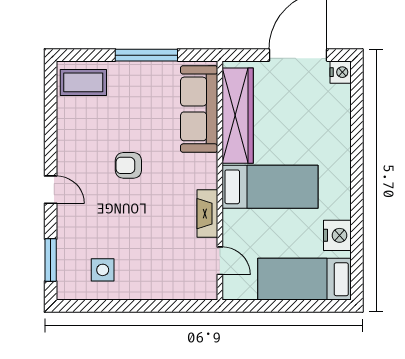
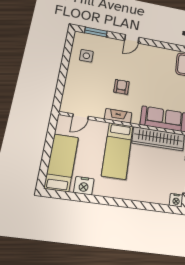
armchair: (128, 165) -> (121, 87), moved
fireplace: (207, 214) -> (118, 116), moved

